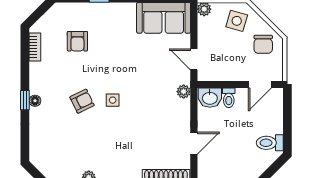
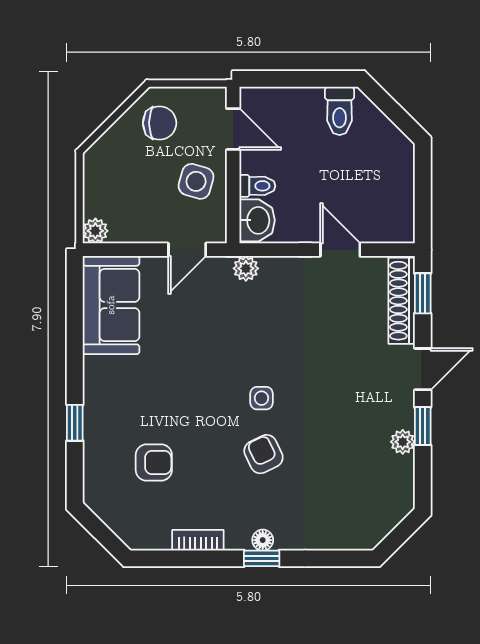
side table: (237, 21) -> (196, 181), moved
bookcase: (35, 47) -> (198, 540), moved

